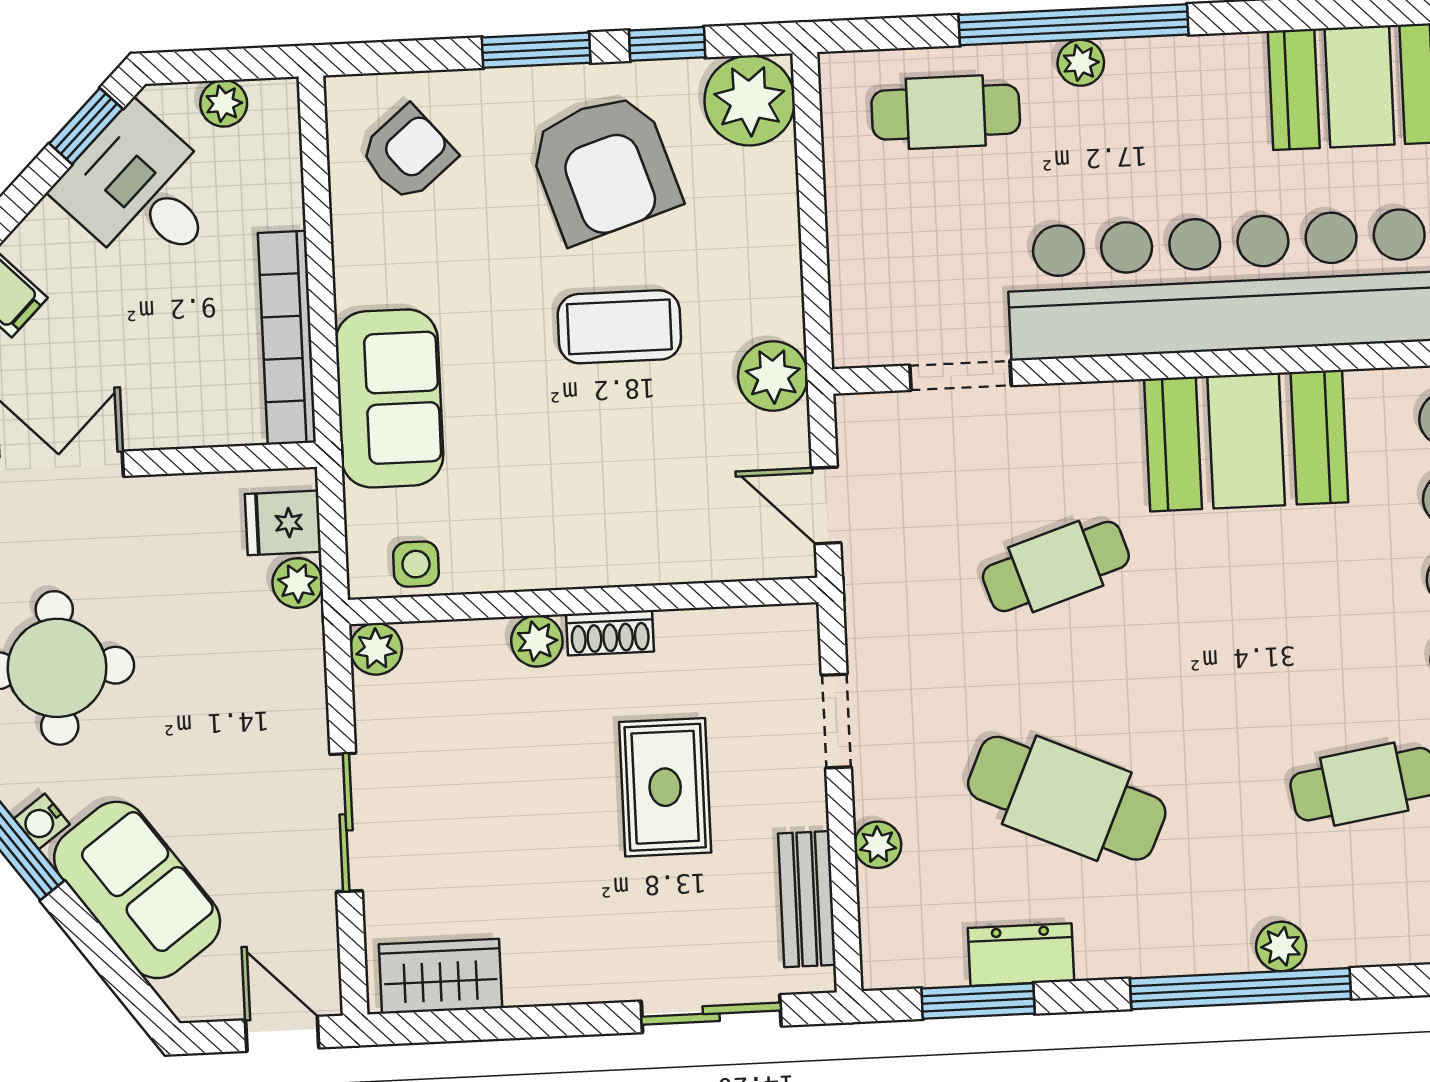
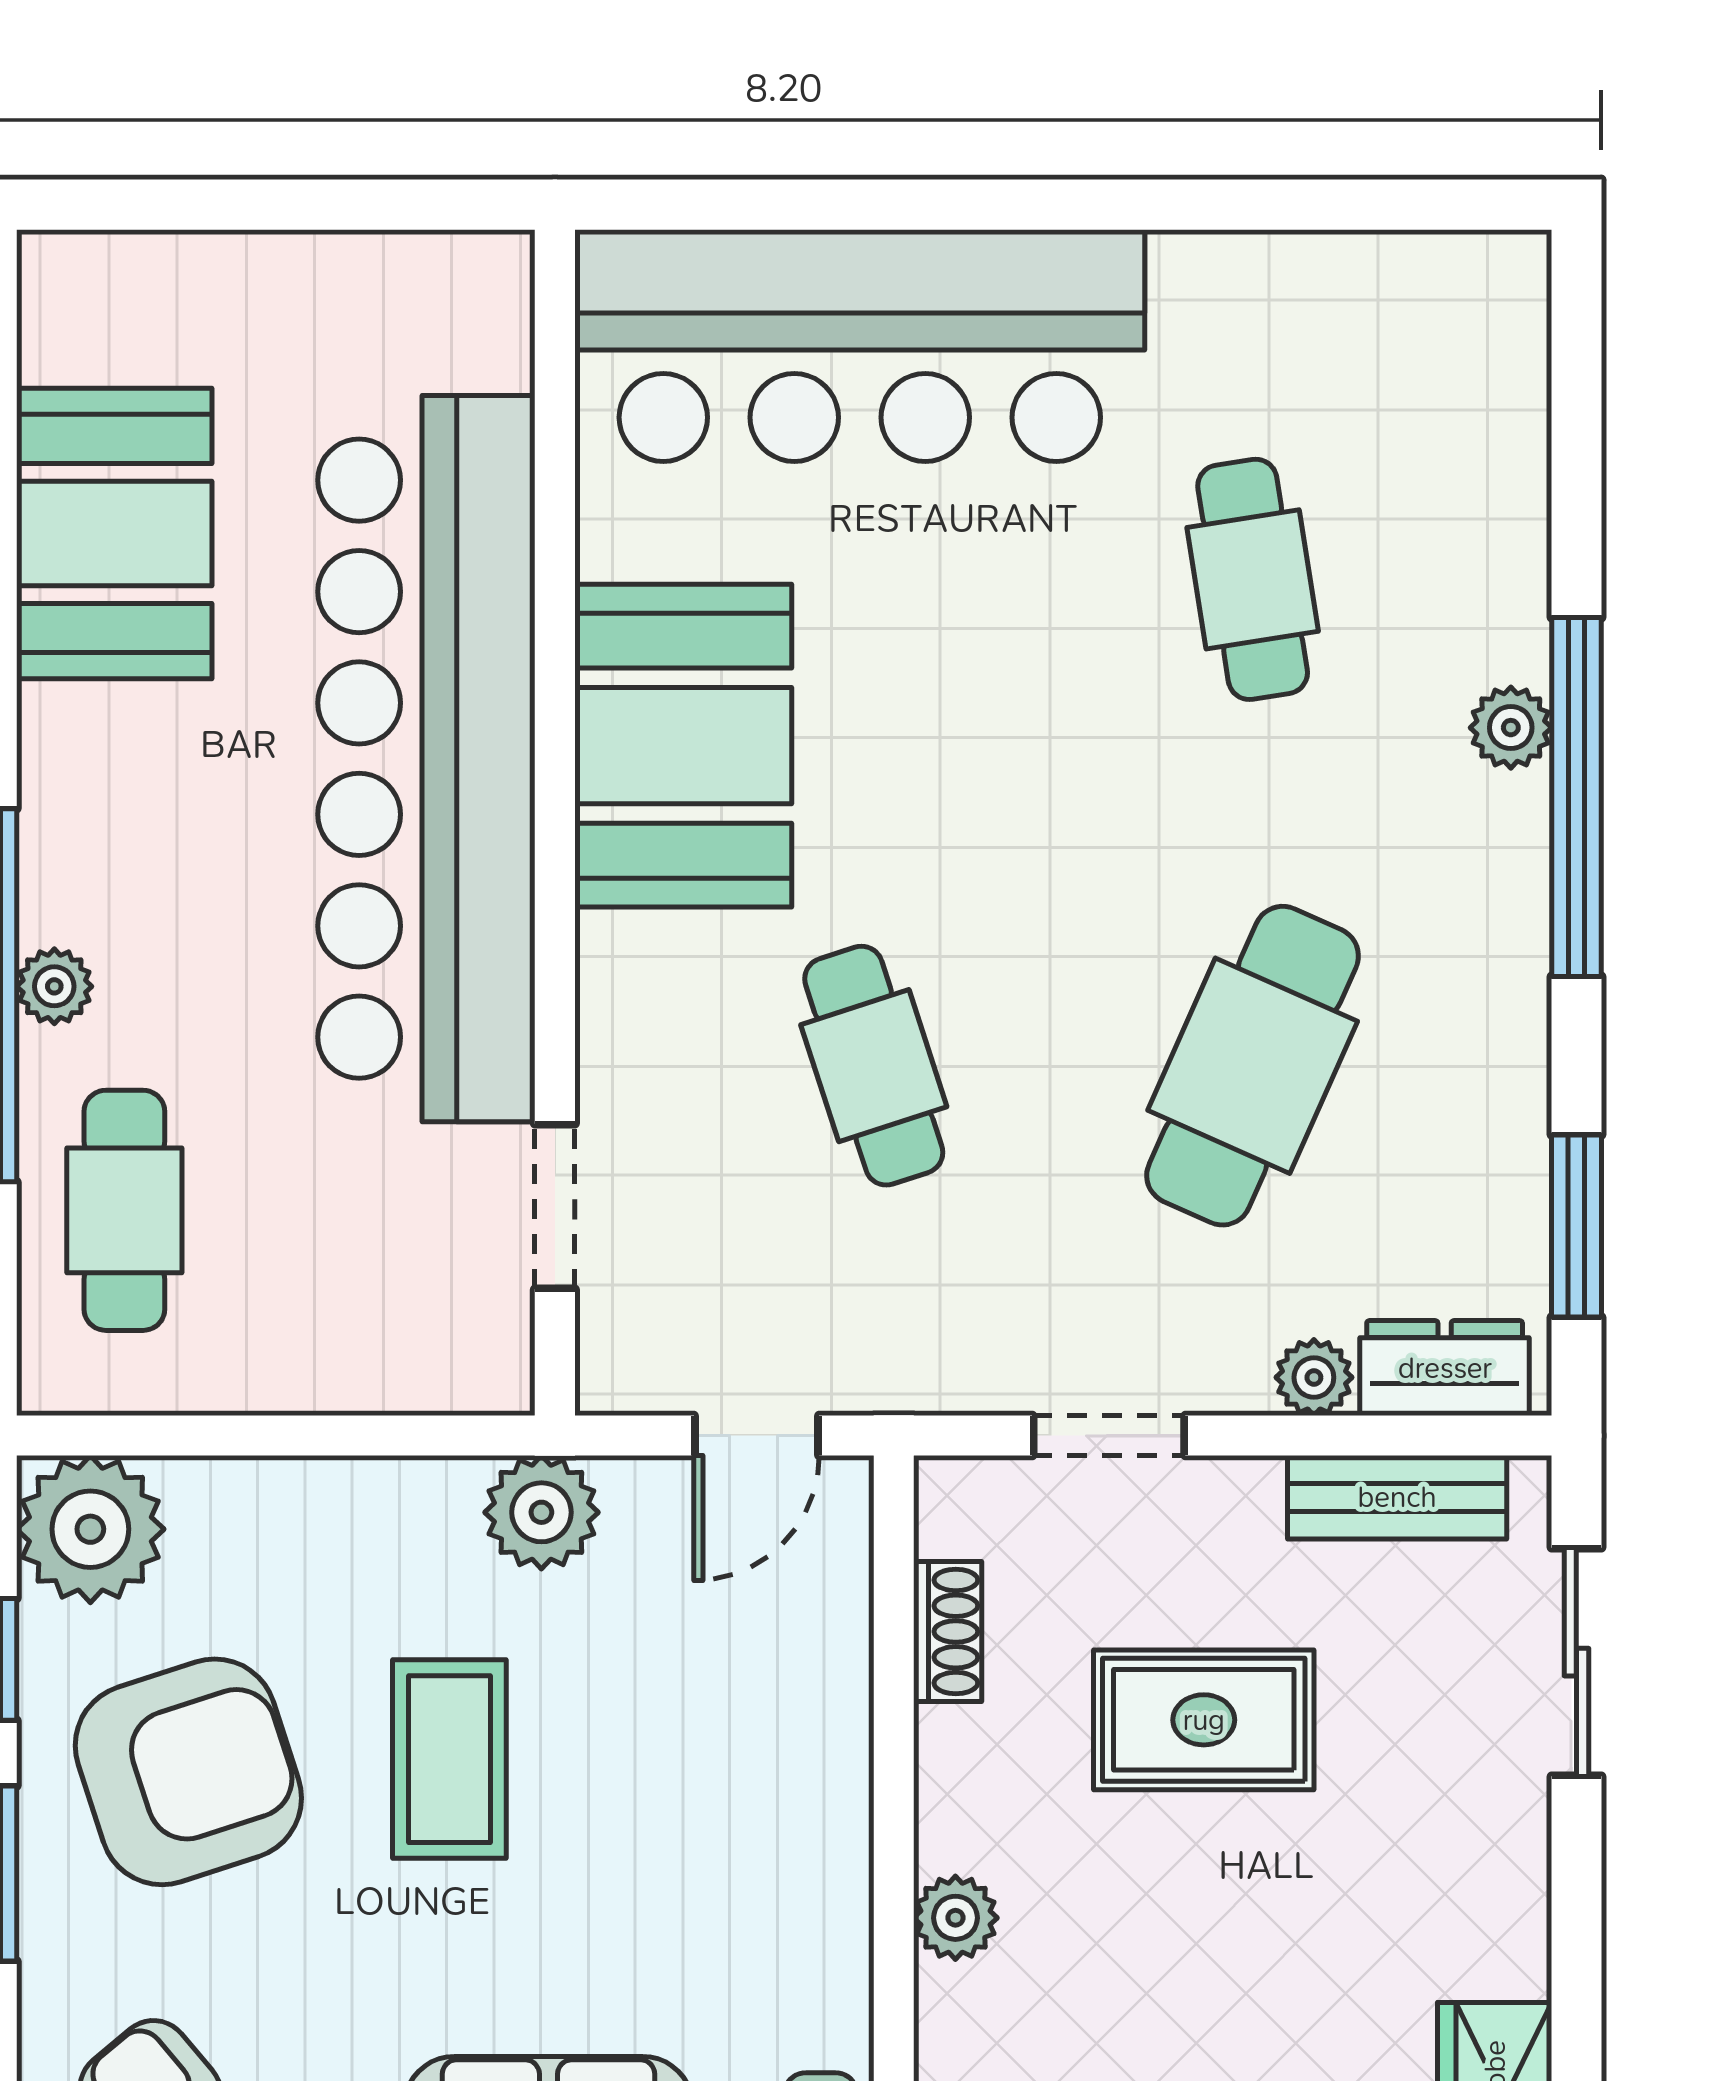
shoe rack: (610, 633) -> (948, 1631), moved
dresser: (1021, 955) -> (1445, 1368), moved, turned 90

